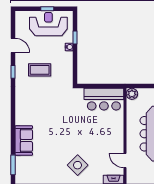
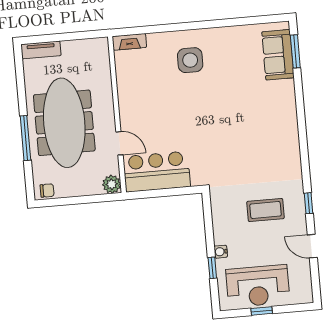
sofa: (24, 141) -> (278, 55), moved
door: (125, 161) -> (119, 143), moved
side table: (78, 165) -> (190, 60), turned 45

